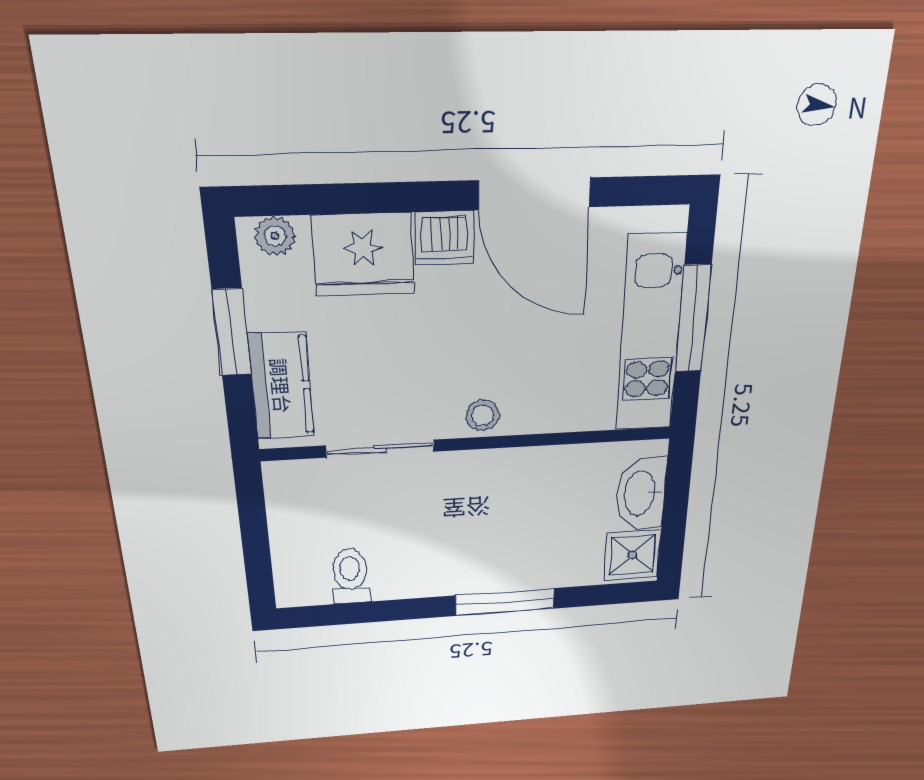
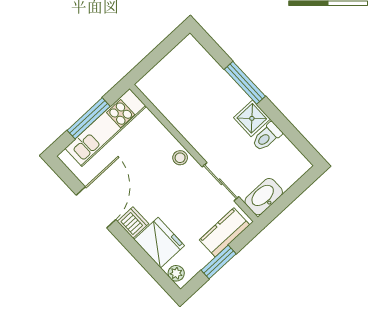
washbasin: (641, 493) -> (264, 197), moved, turned 180
shower: (632, 555) -> (252, 118), moved
toilet: (350, 576) -> (267, 137), moved

